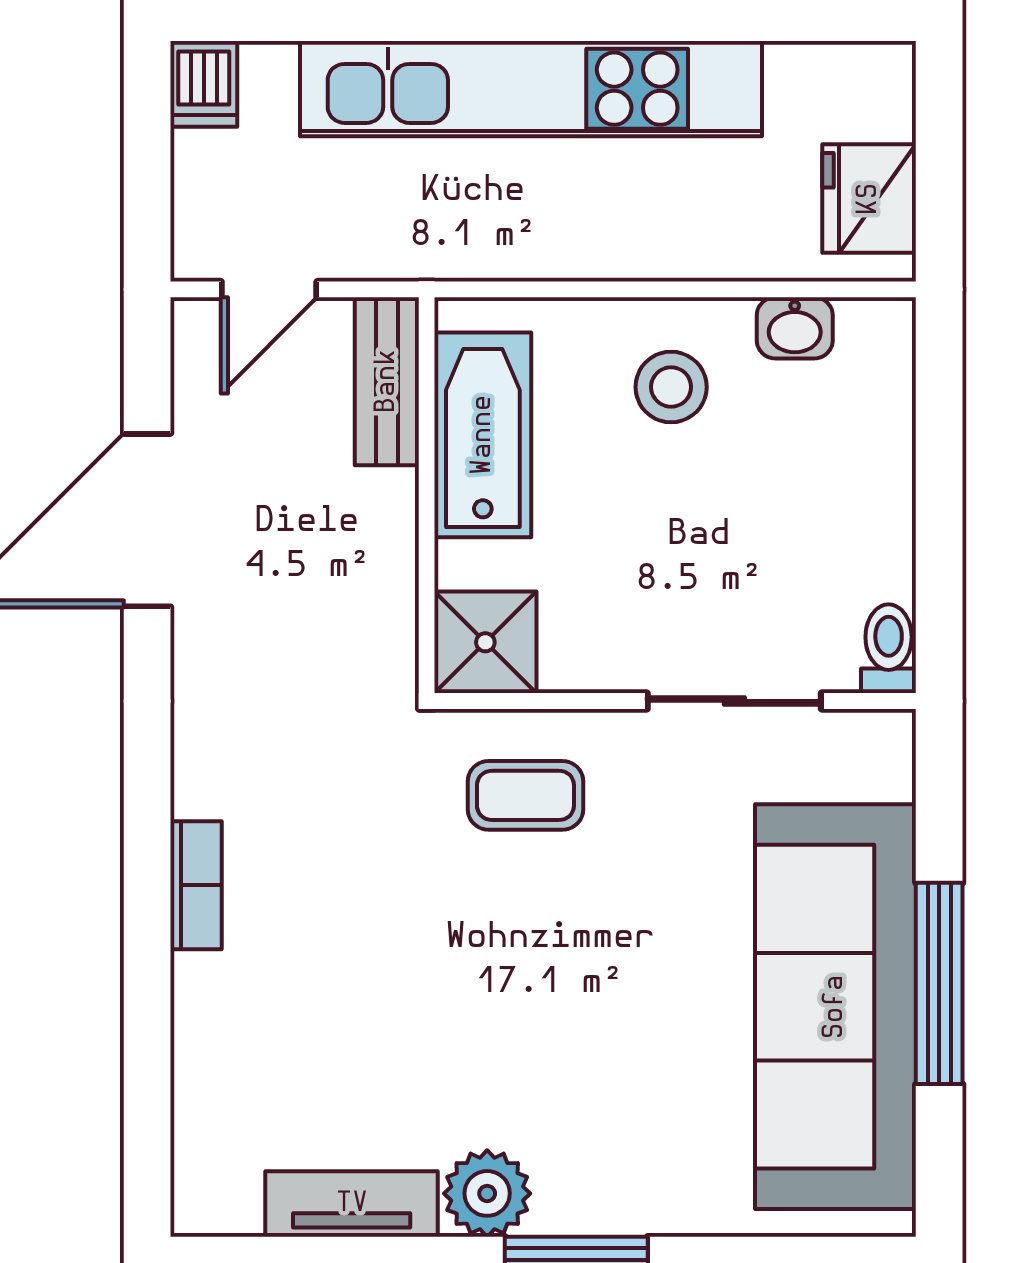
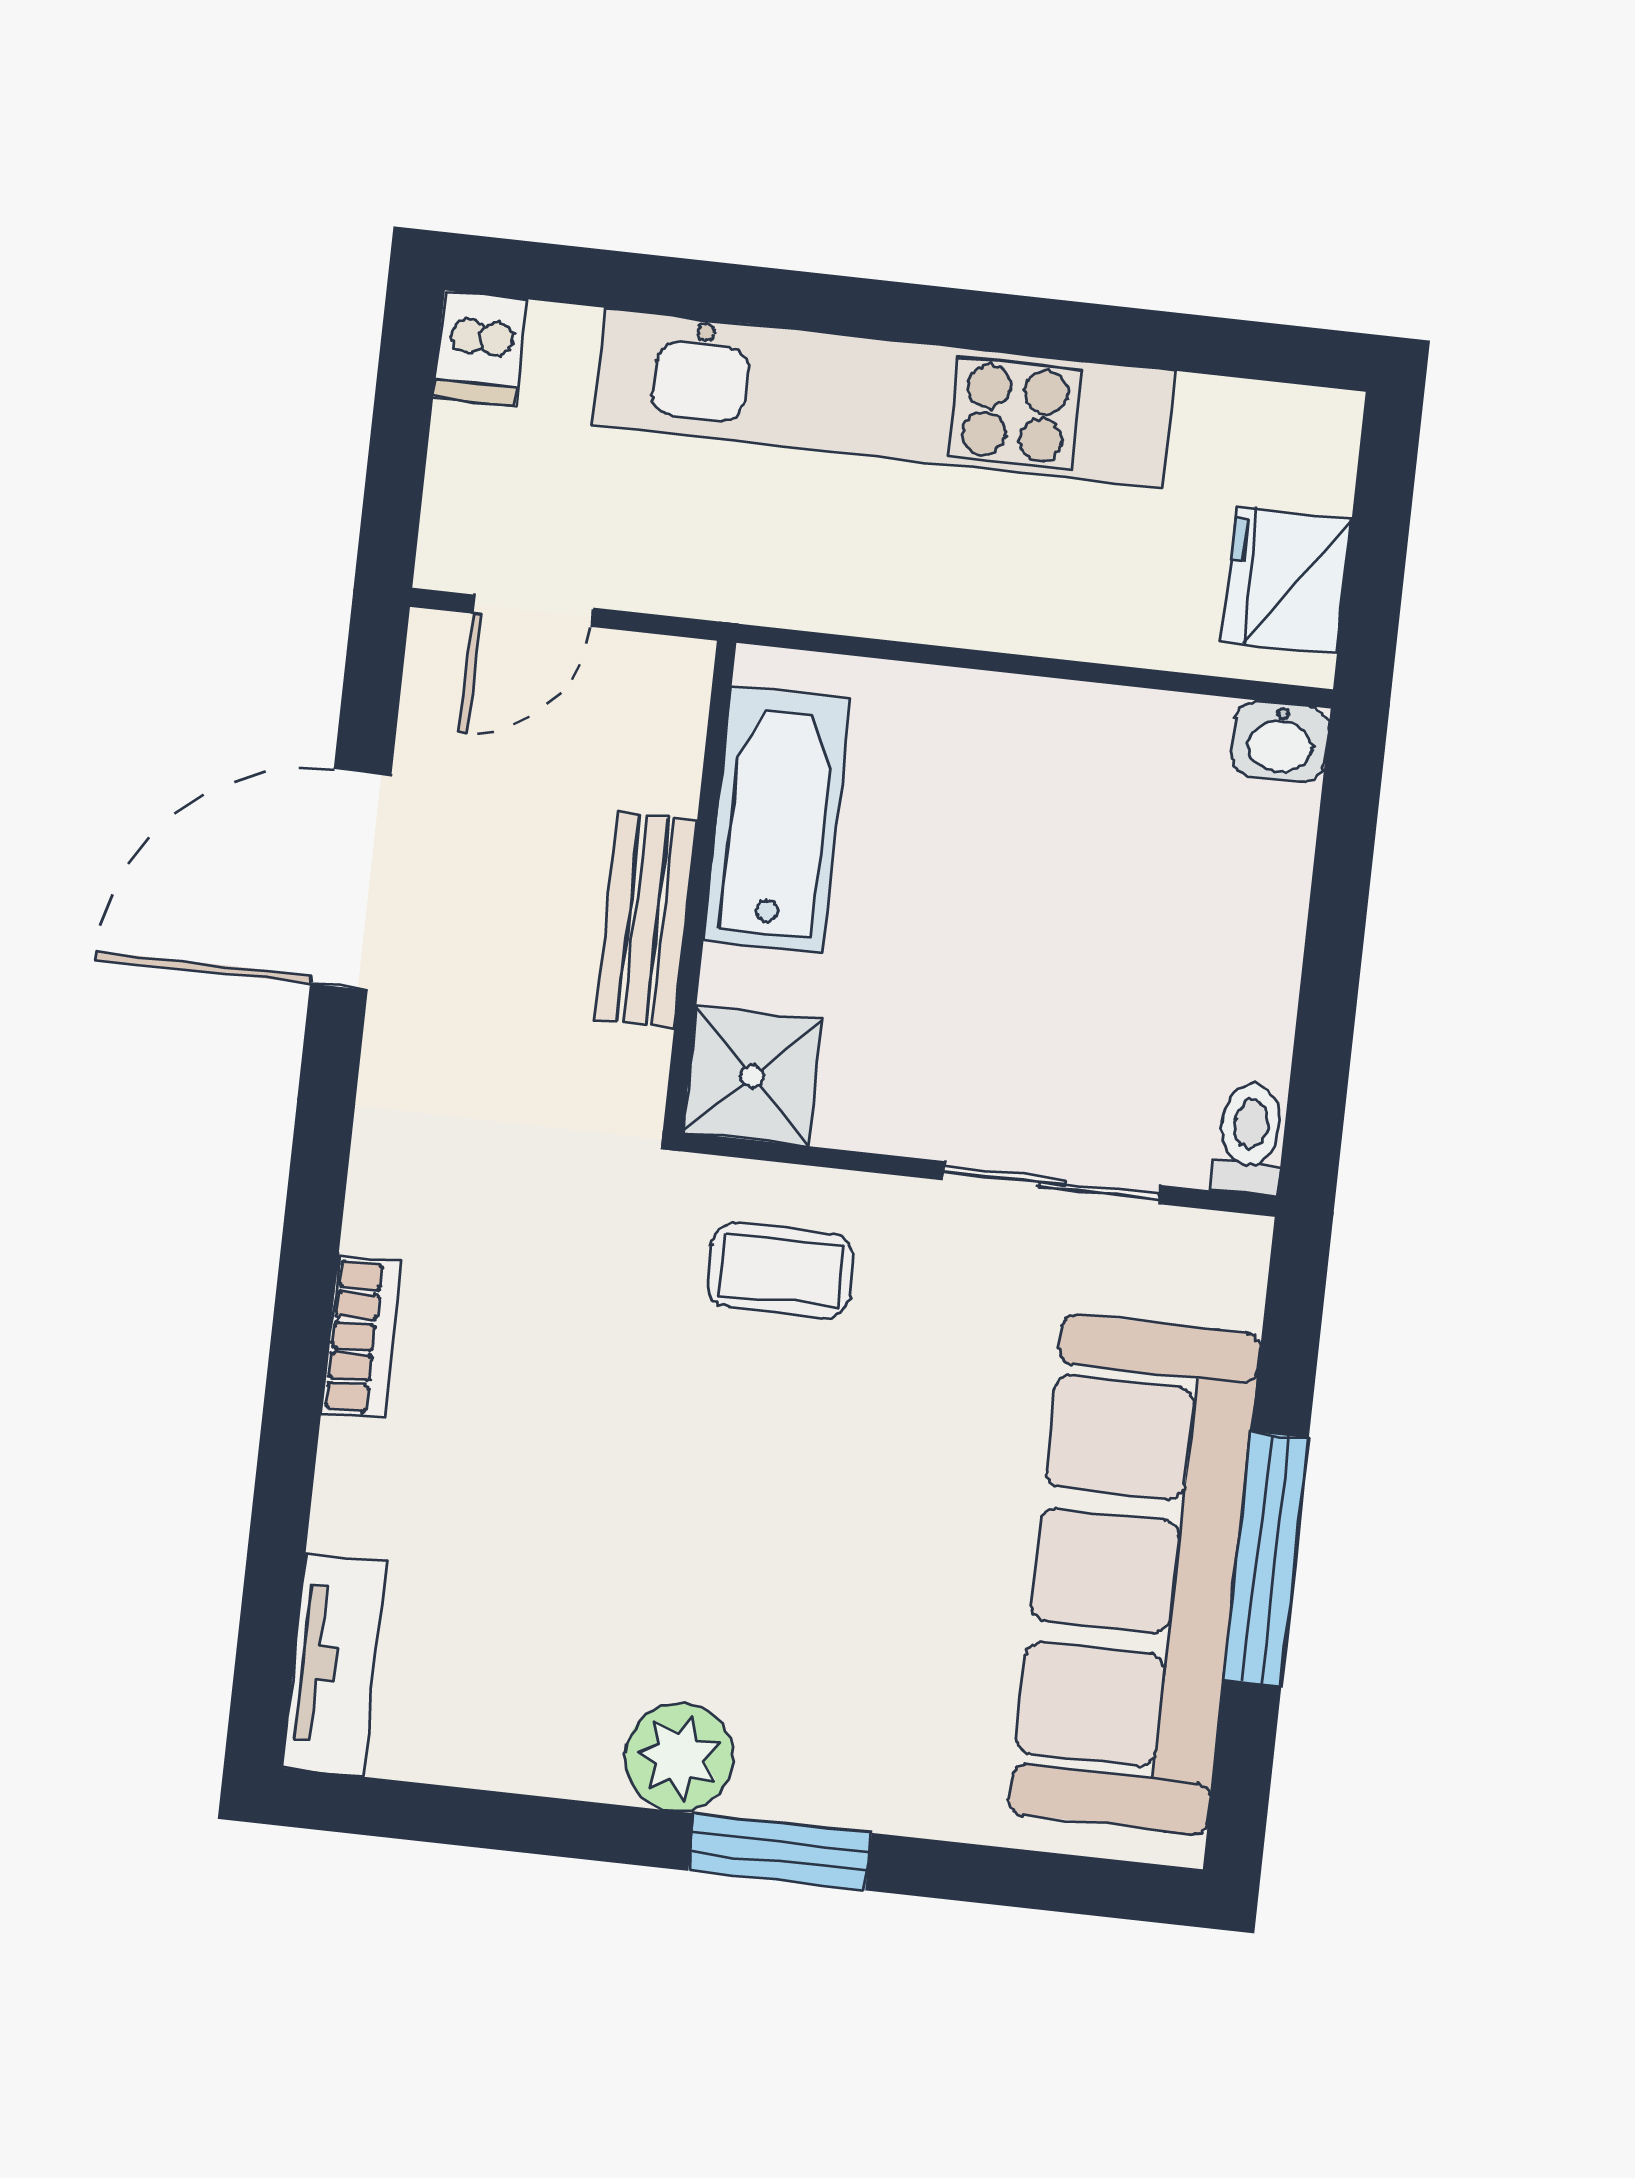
washbasin: (795, 328) -> (1280, 741), moved
bench: (387, 381) -> (646, 920), moved
stool: (671, 387) -> (1016, 786), removed
tv unit: (352, 1204) -> (334, 1665), moved, turned 90

